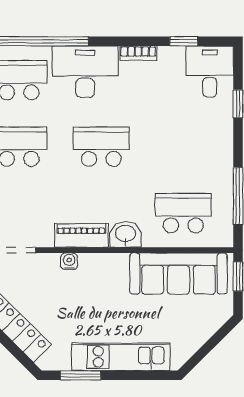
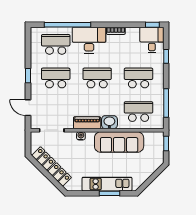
window: (184, 41) -> (152, 25), moved
school desk: (183, 147) -> (139, 78), added
sofa: (178, 274) -> (119, 142), moved
window: (81, 375) -> (109, 193), moved

